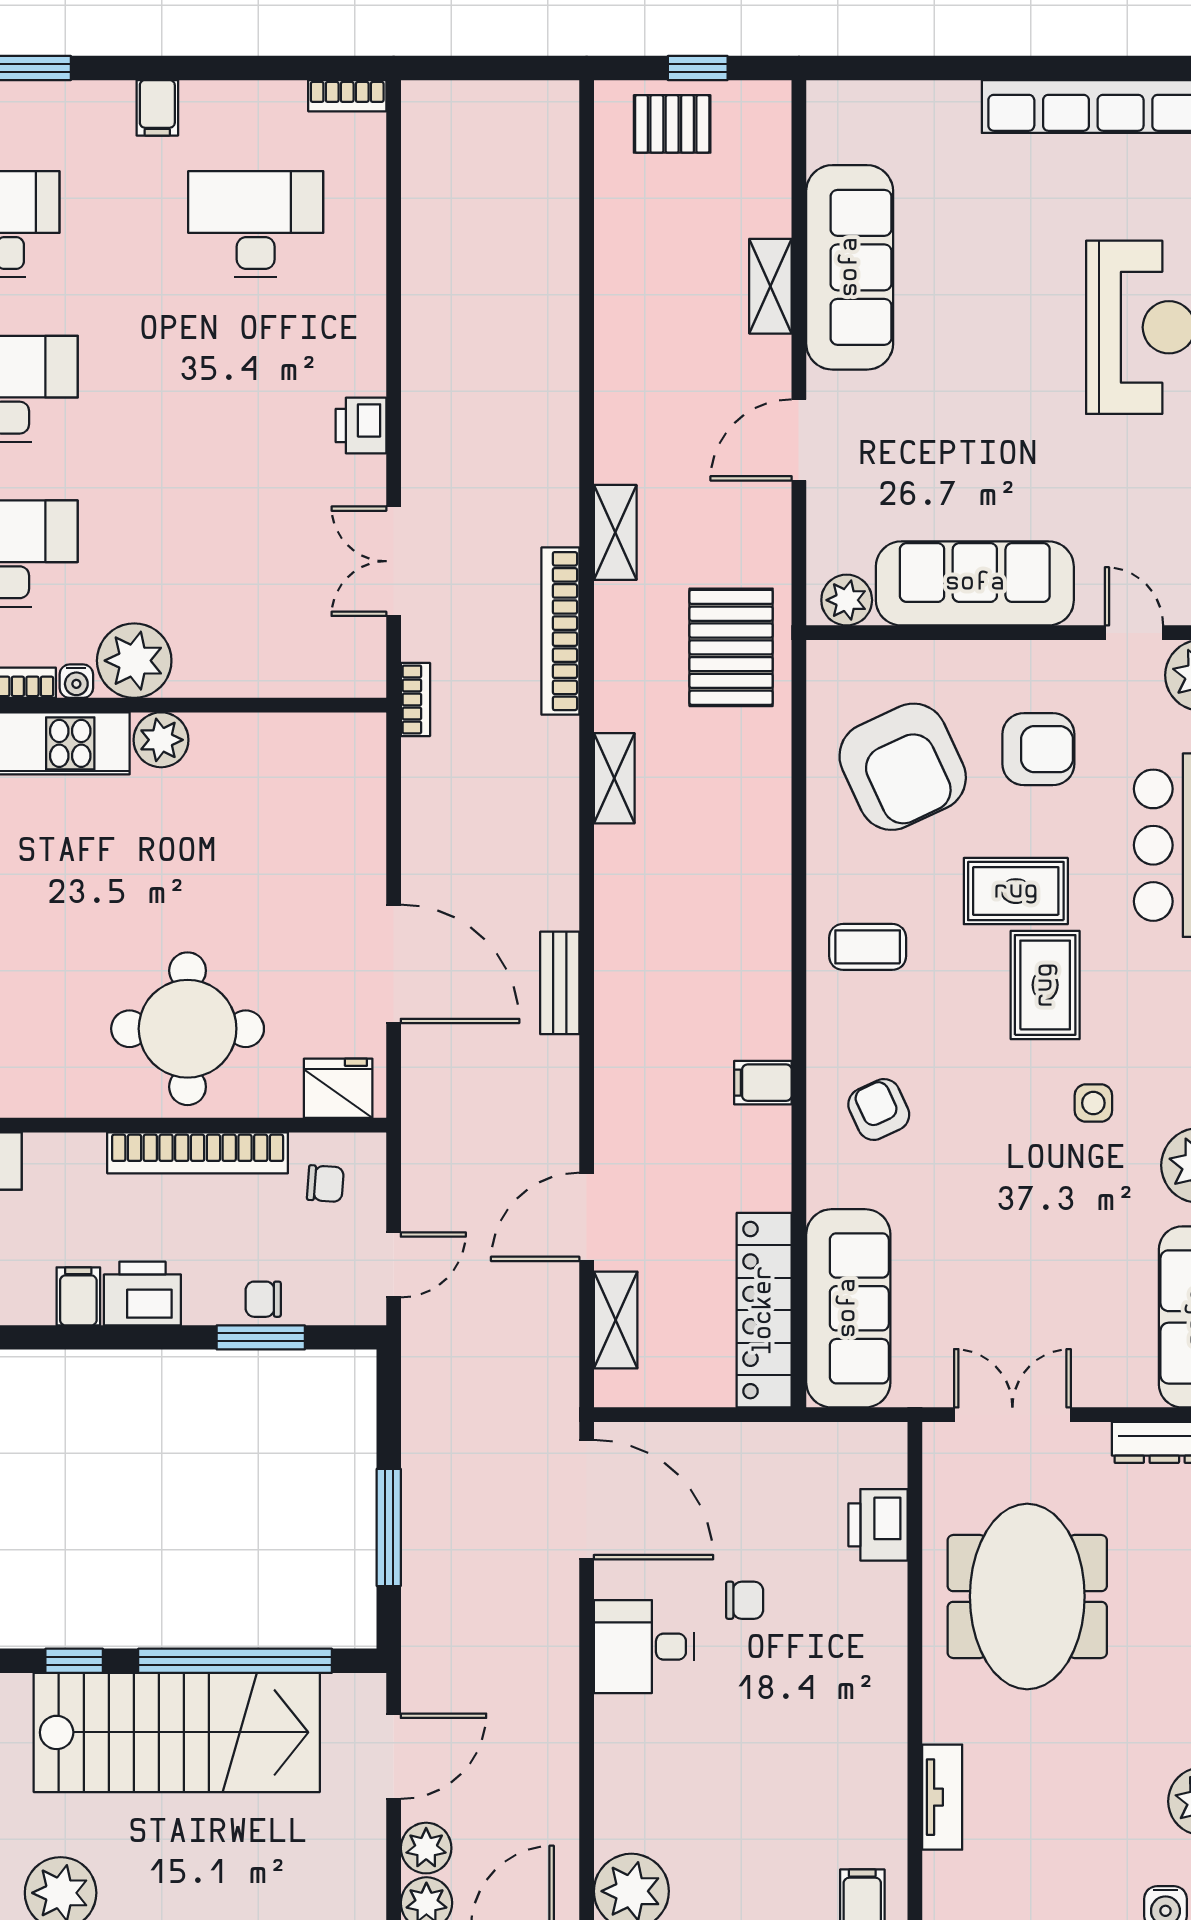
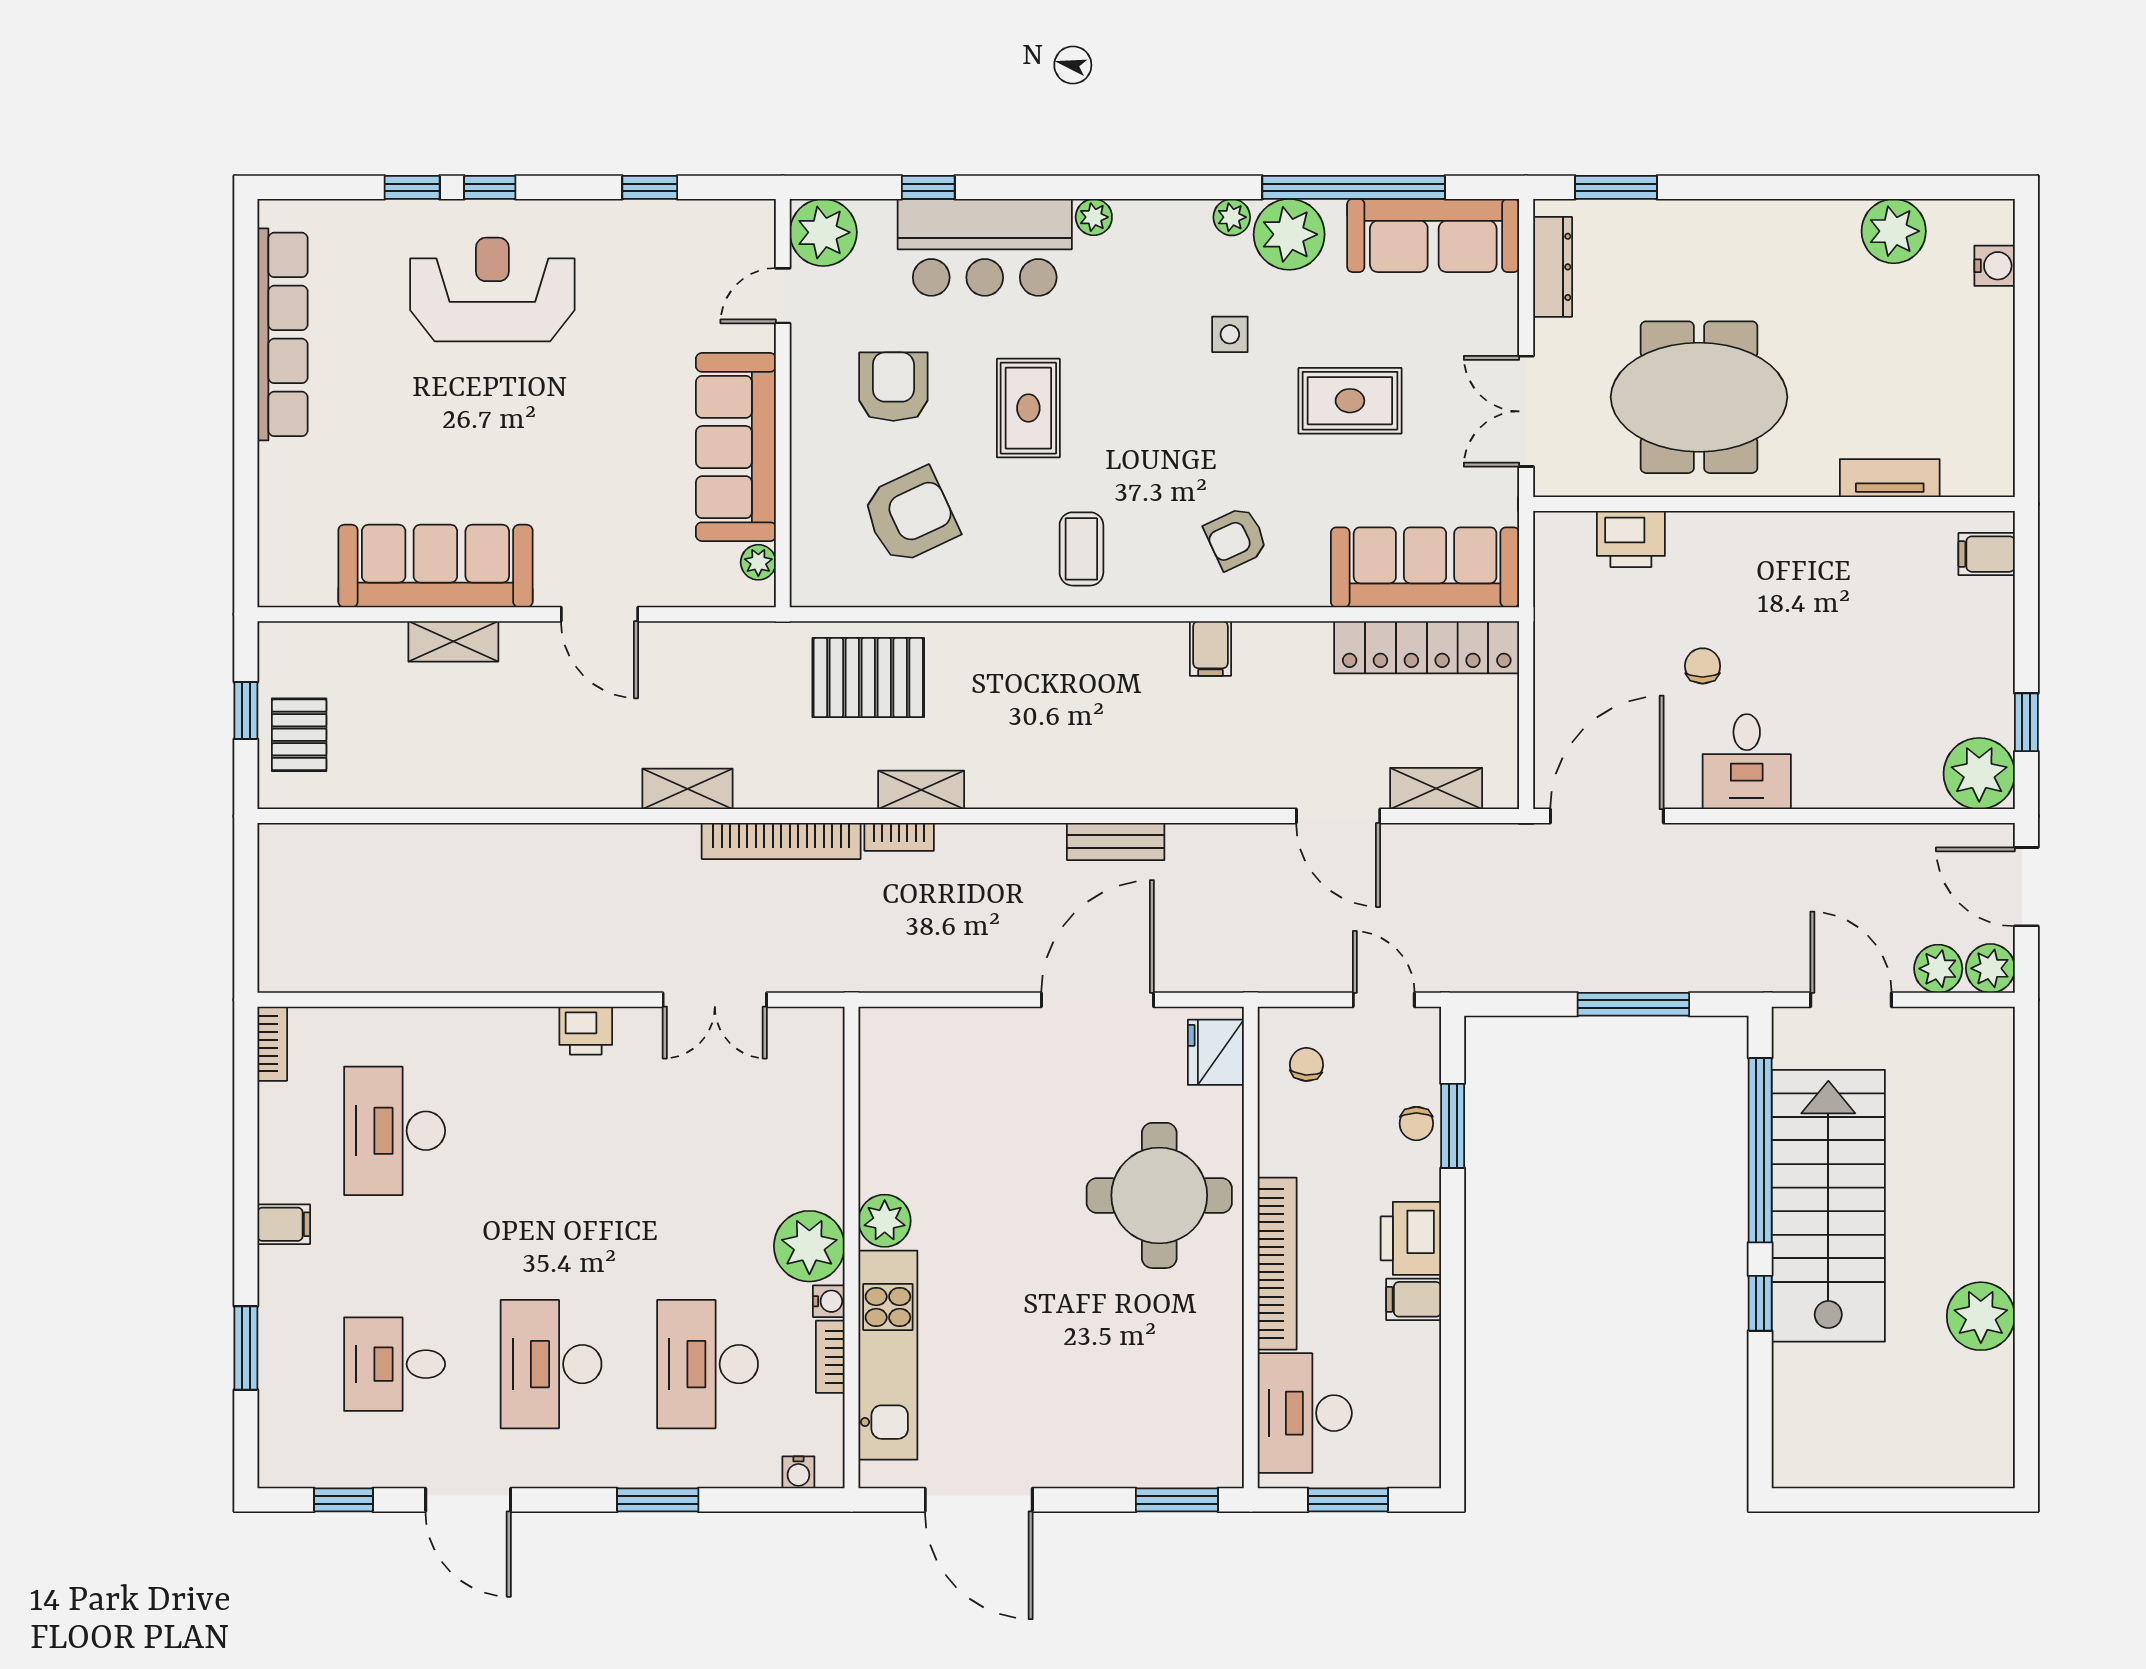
plant: (847, 600) -> (758, 562), width x0.73, depth x0.73
pallet: (731, 647) -> (868, 678), moved
bookcase: (415, 699) -> (899, 837), moved, turned 180
armchair: (903, 767) -> (910, 516), width x0.73, depth x0.73
rug: (1045, 985) -> (1350, 401), moved
bookcase: (198, 1153) -> (1277, 1264), moved

